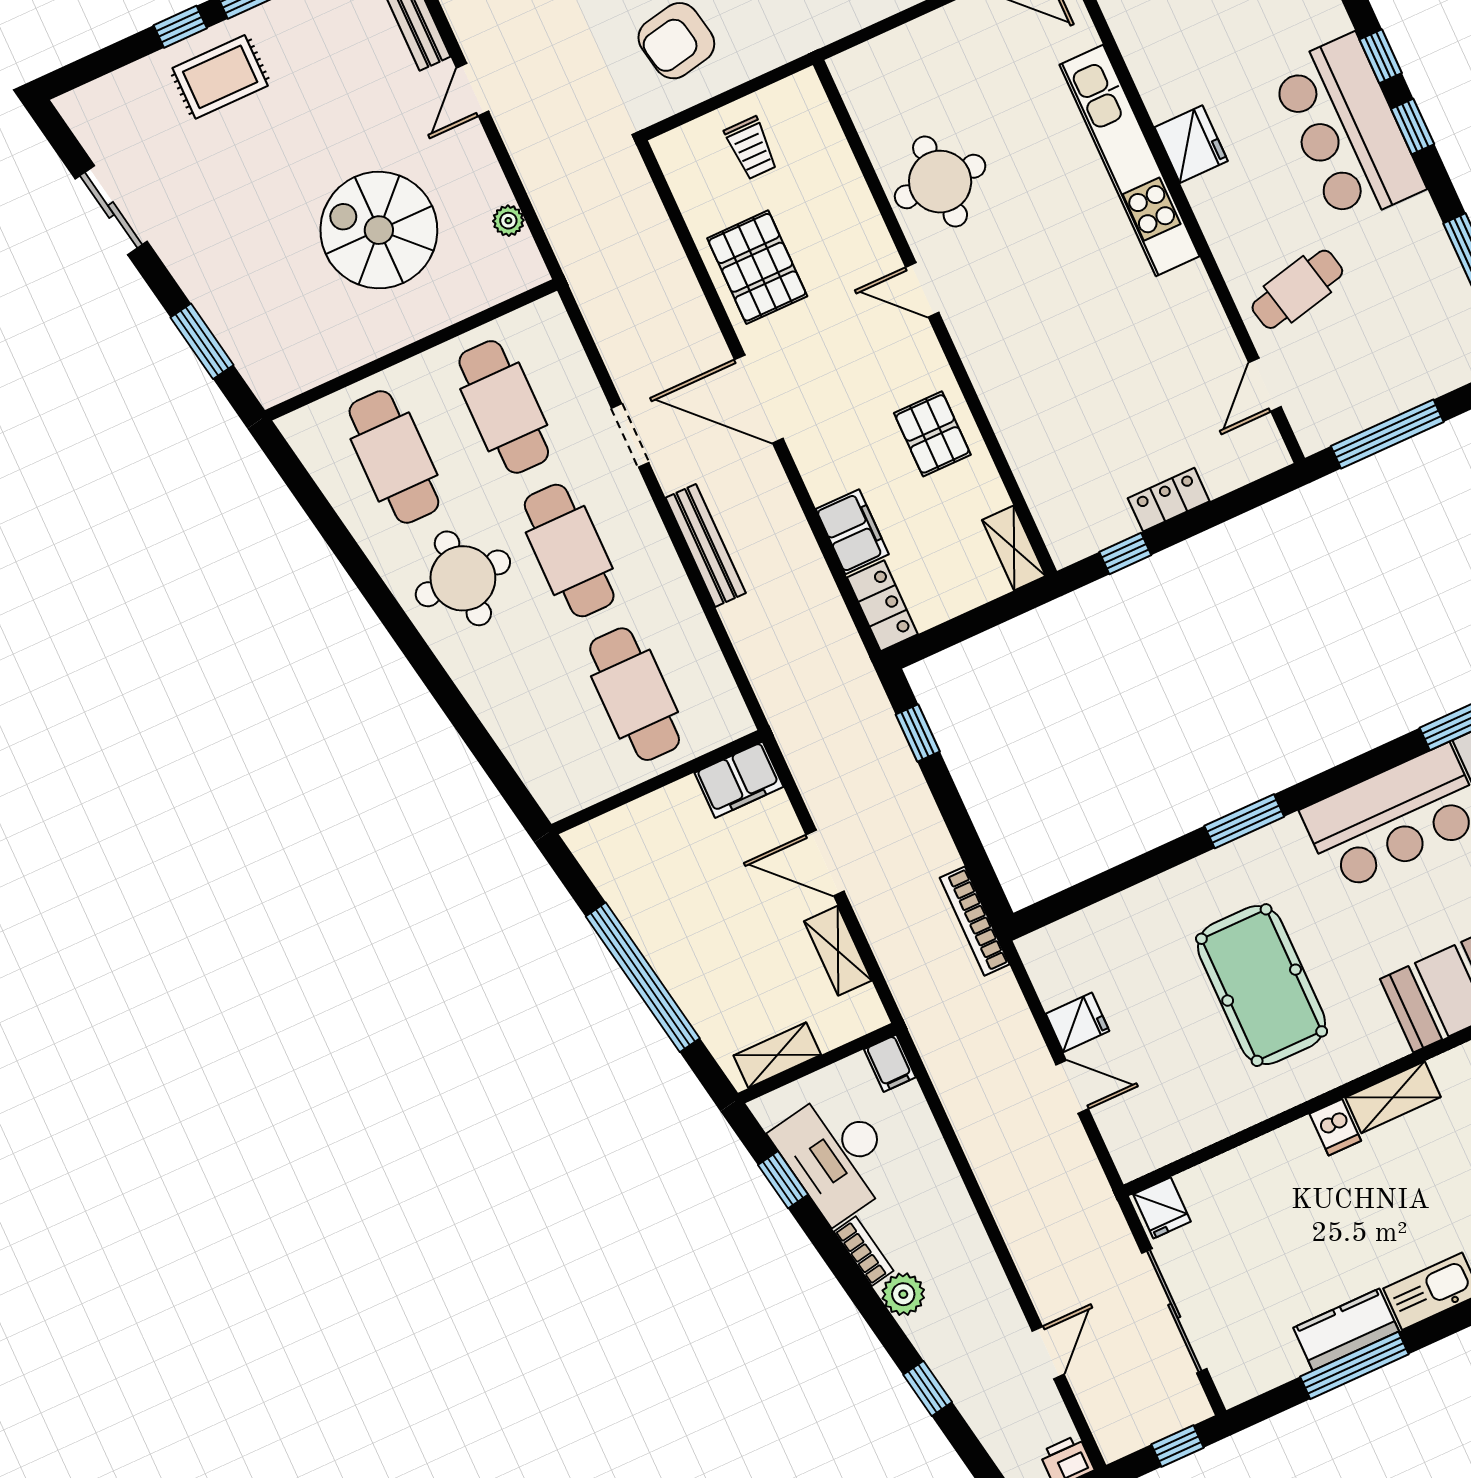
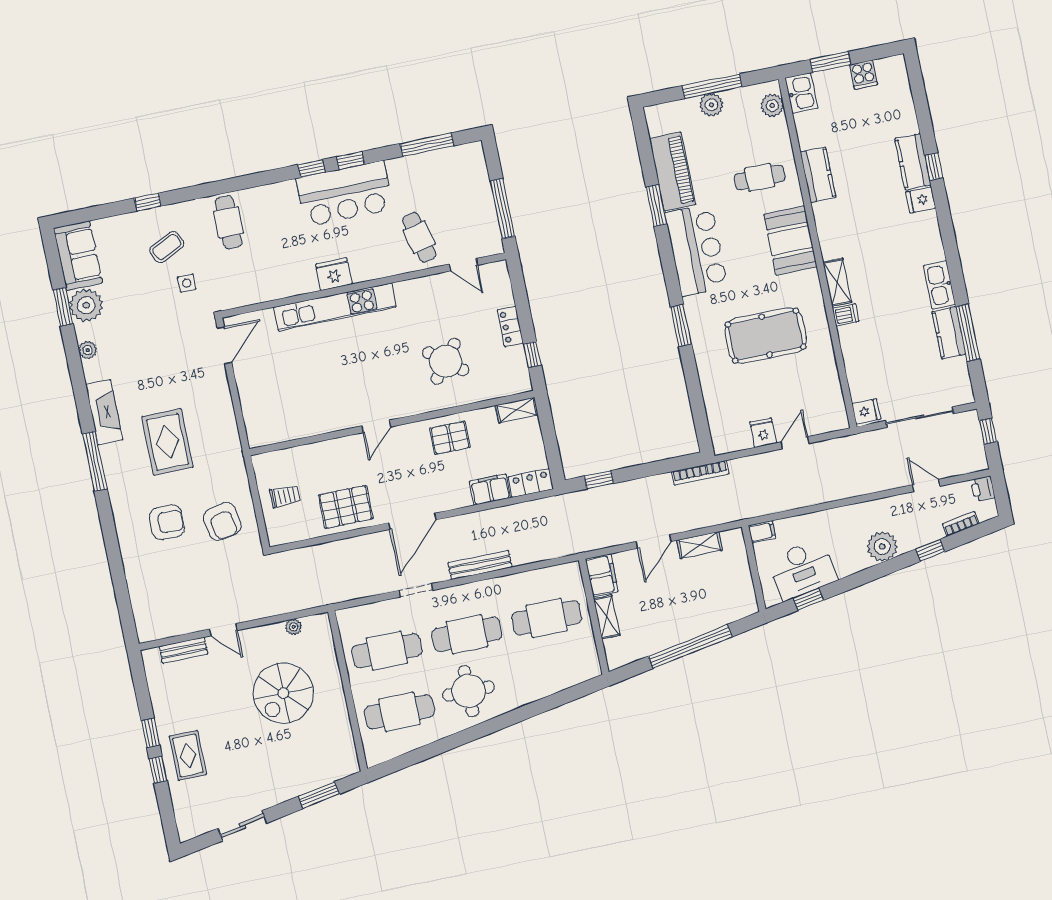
round table: (940, 182) -> (446, 361), moved, turned 38
shelving: (777, 1055) -> (607, 617), moved
bookcase: (864, 1251) -> (961, 524), moved
plant: (903, 1294) -> (882, 547), width x1.36, depth x1.36

